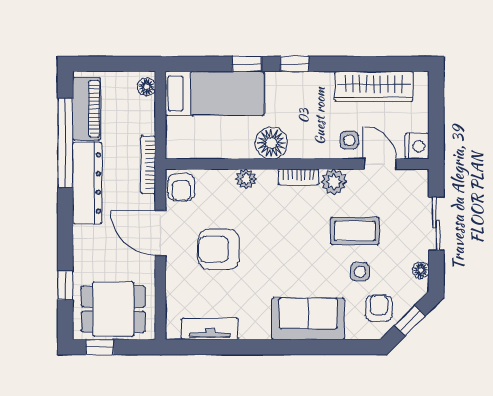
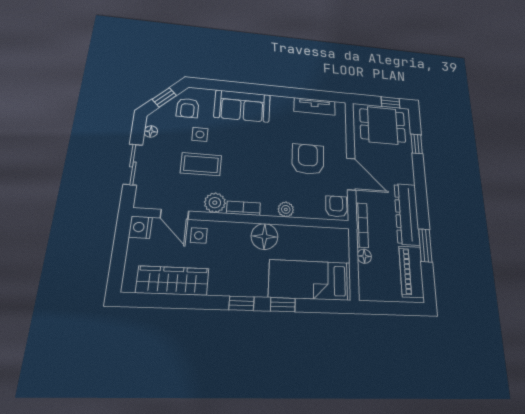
floor lamp: (147, 87) -> (364, 256), moved
window: (65, 143) -> (425, 245), width x0.47
armchair: (218, 249) -> (308, 159), turned -90

